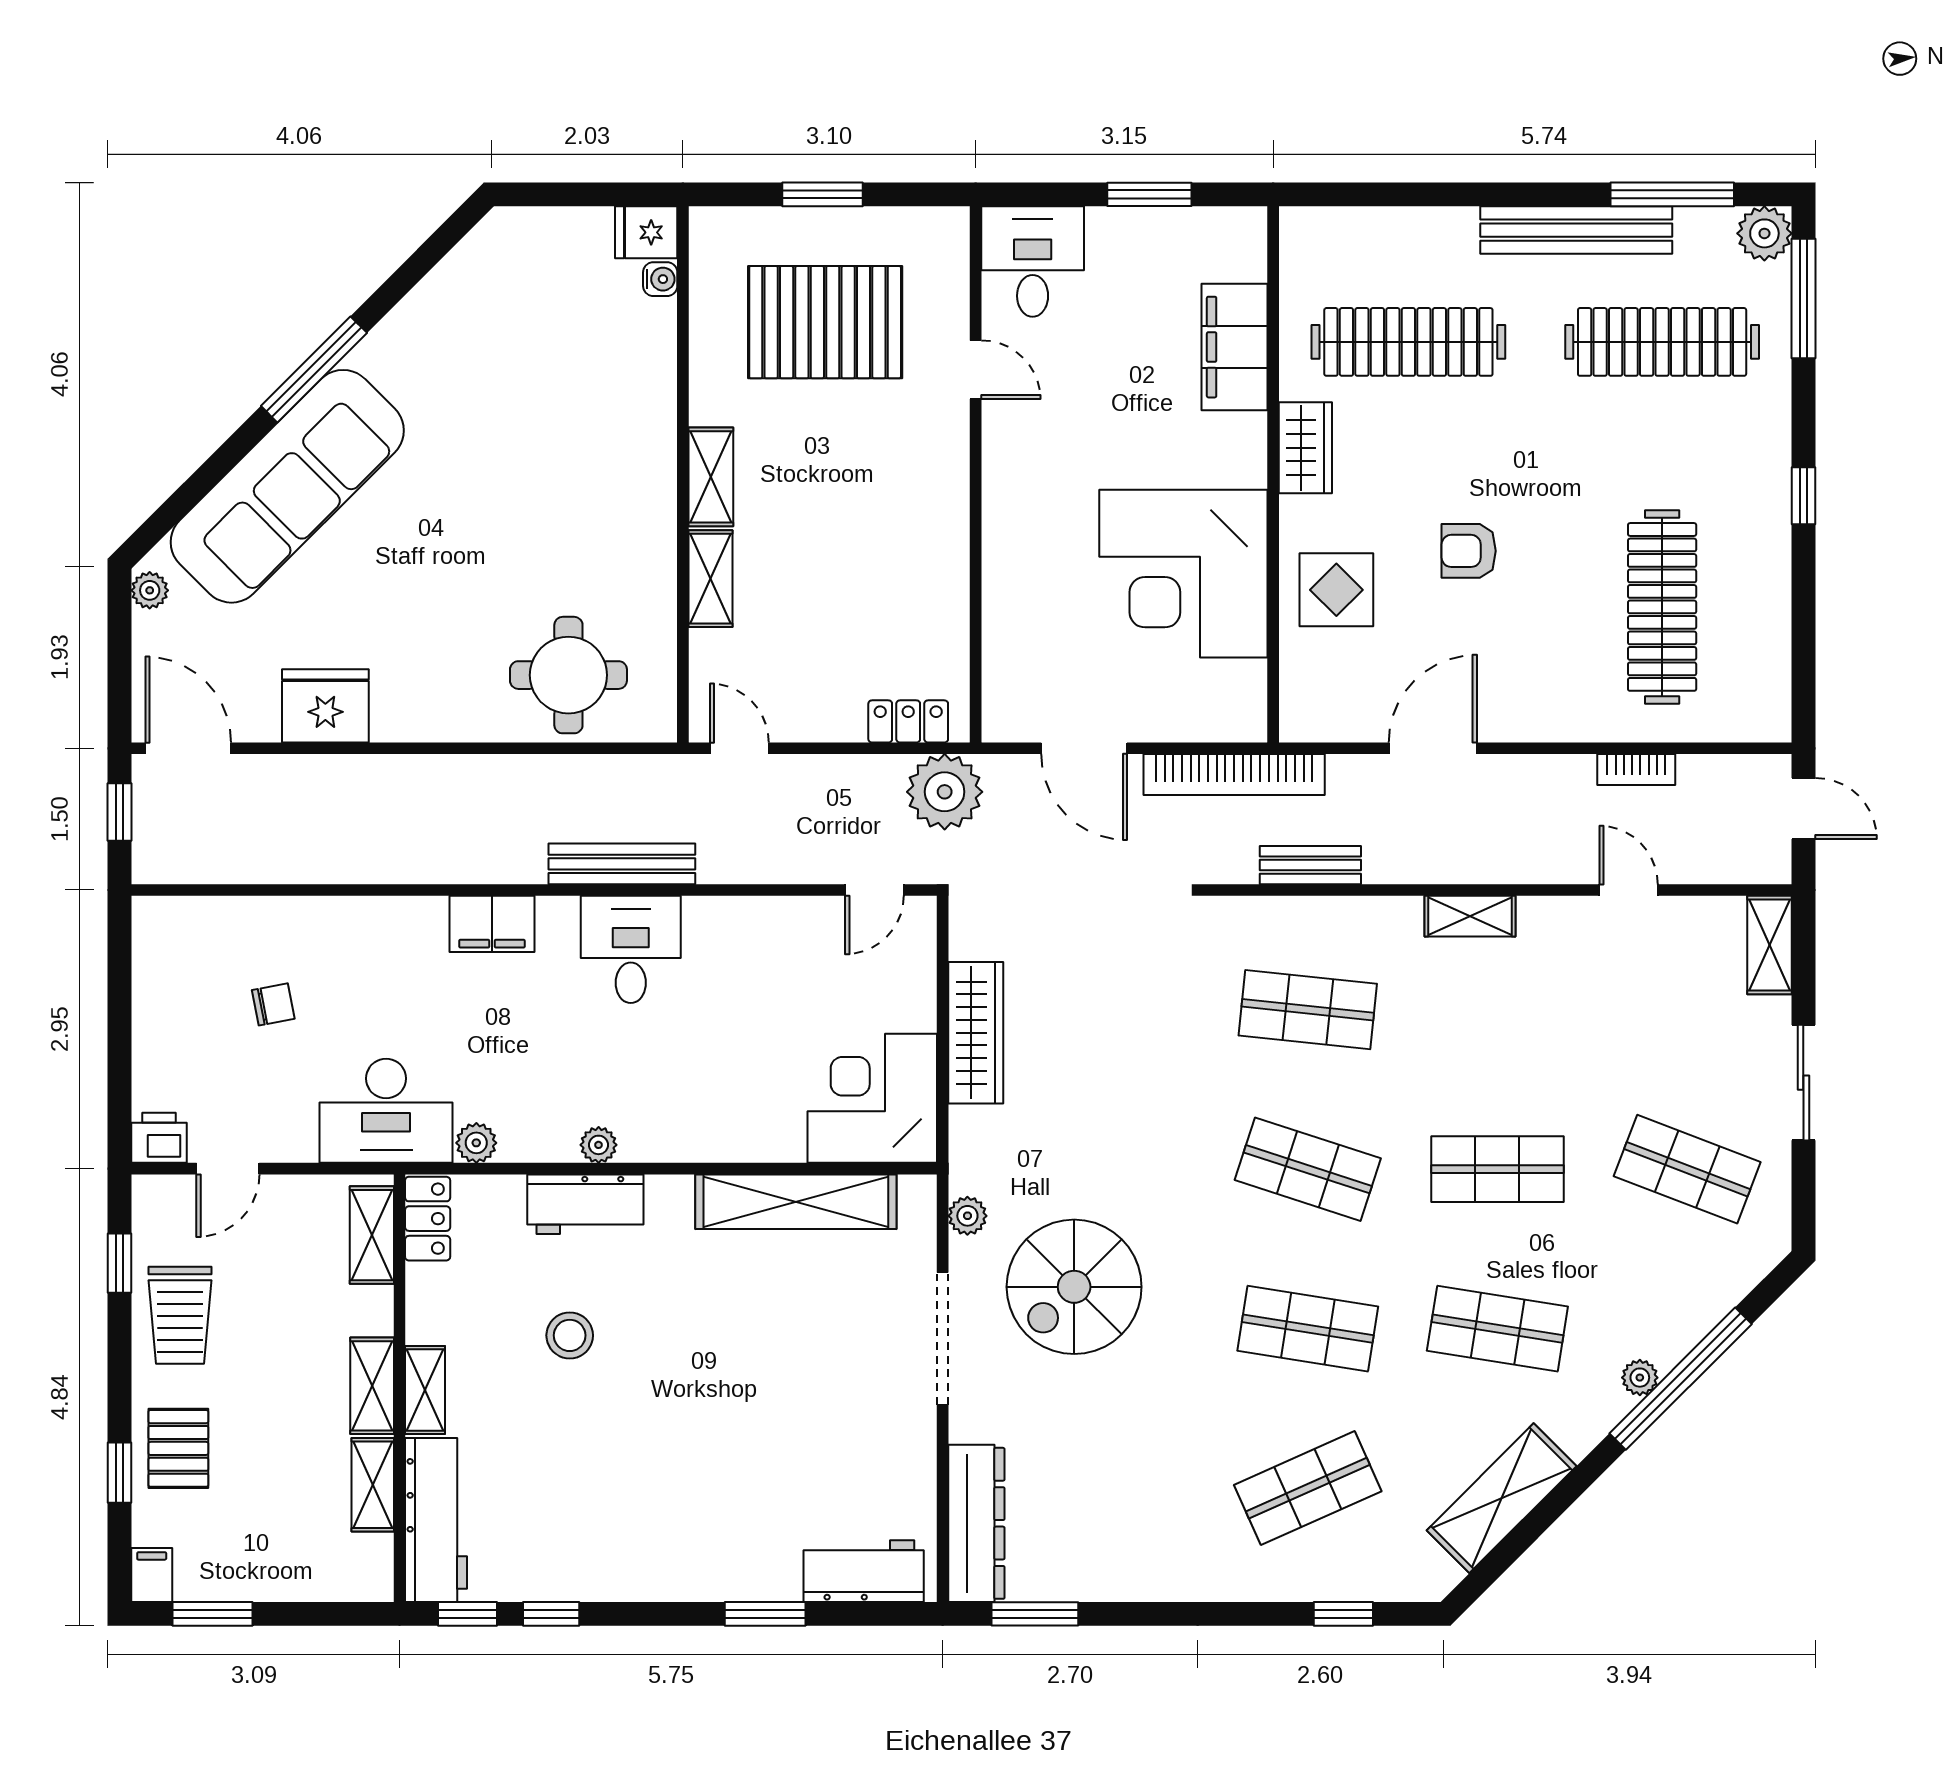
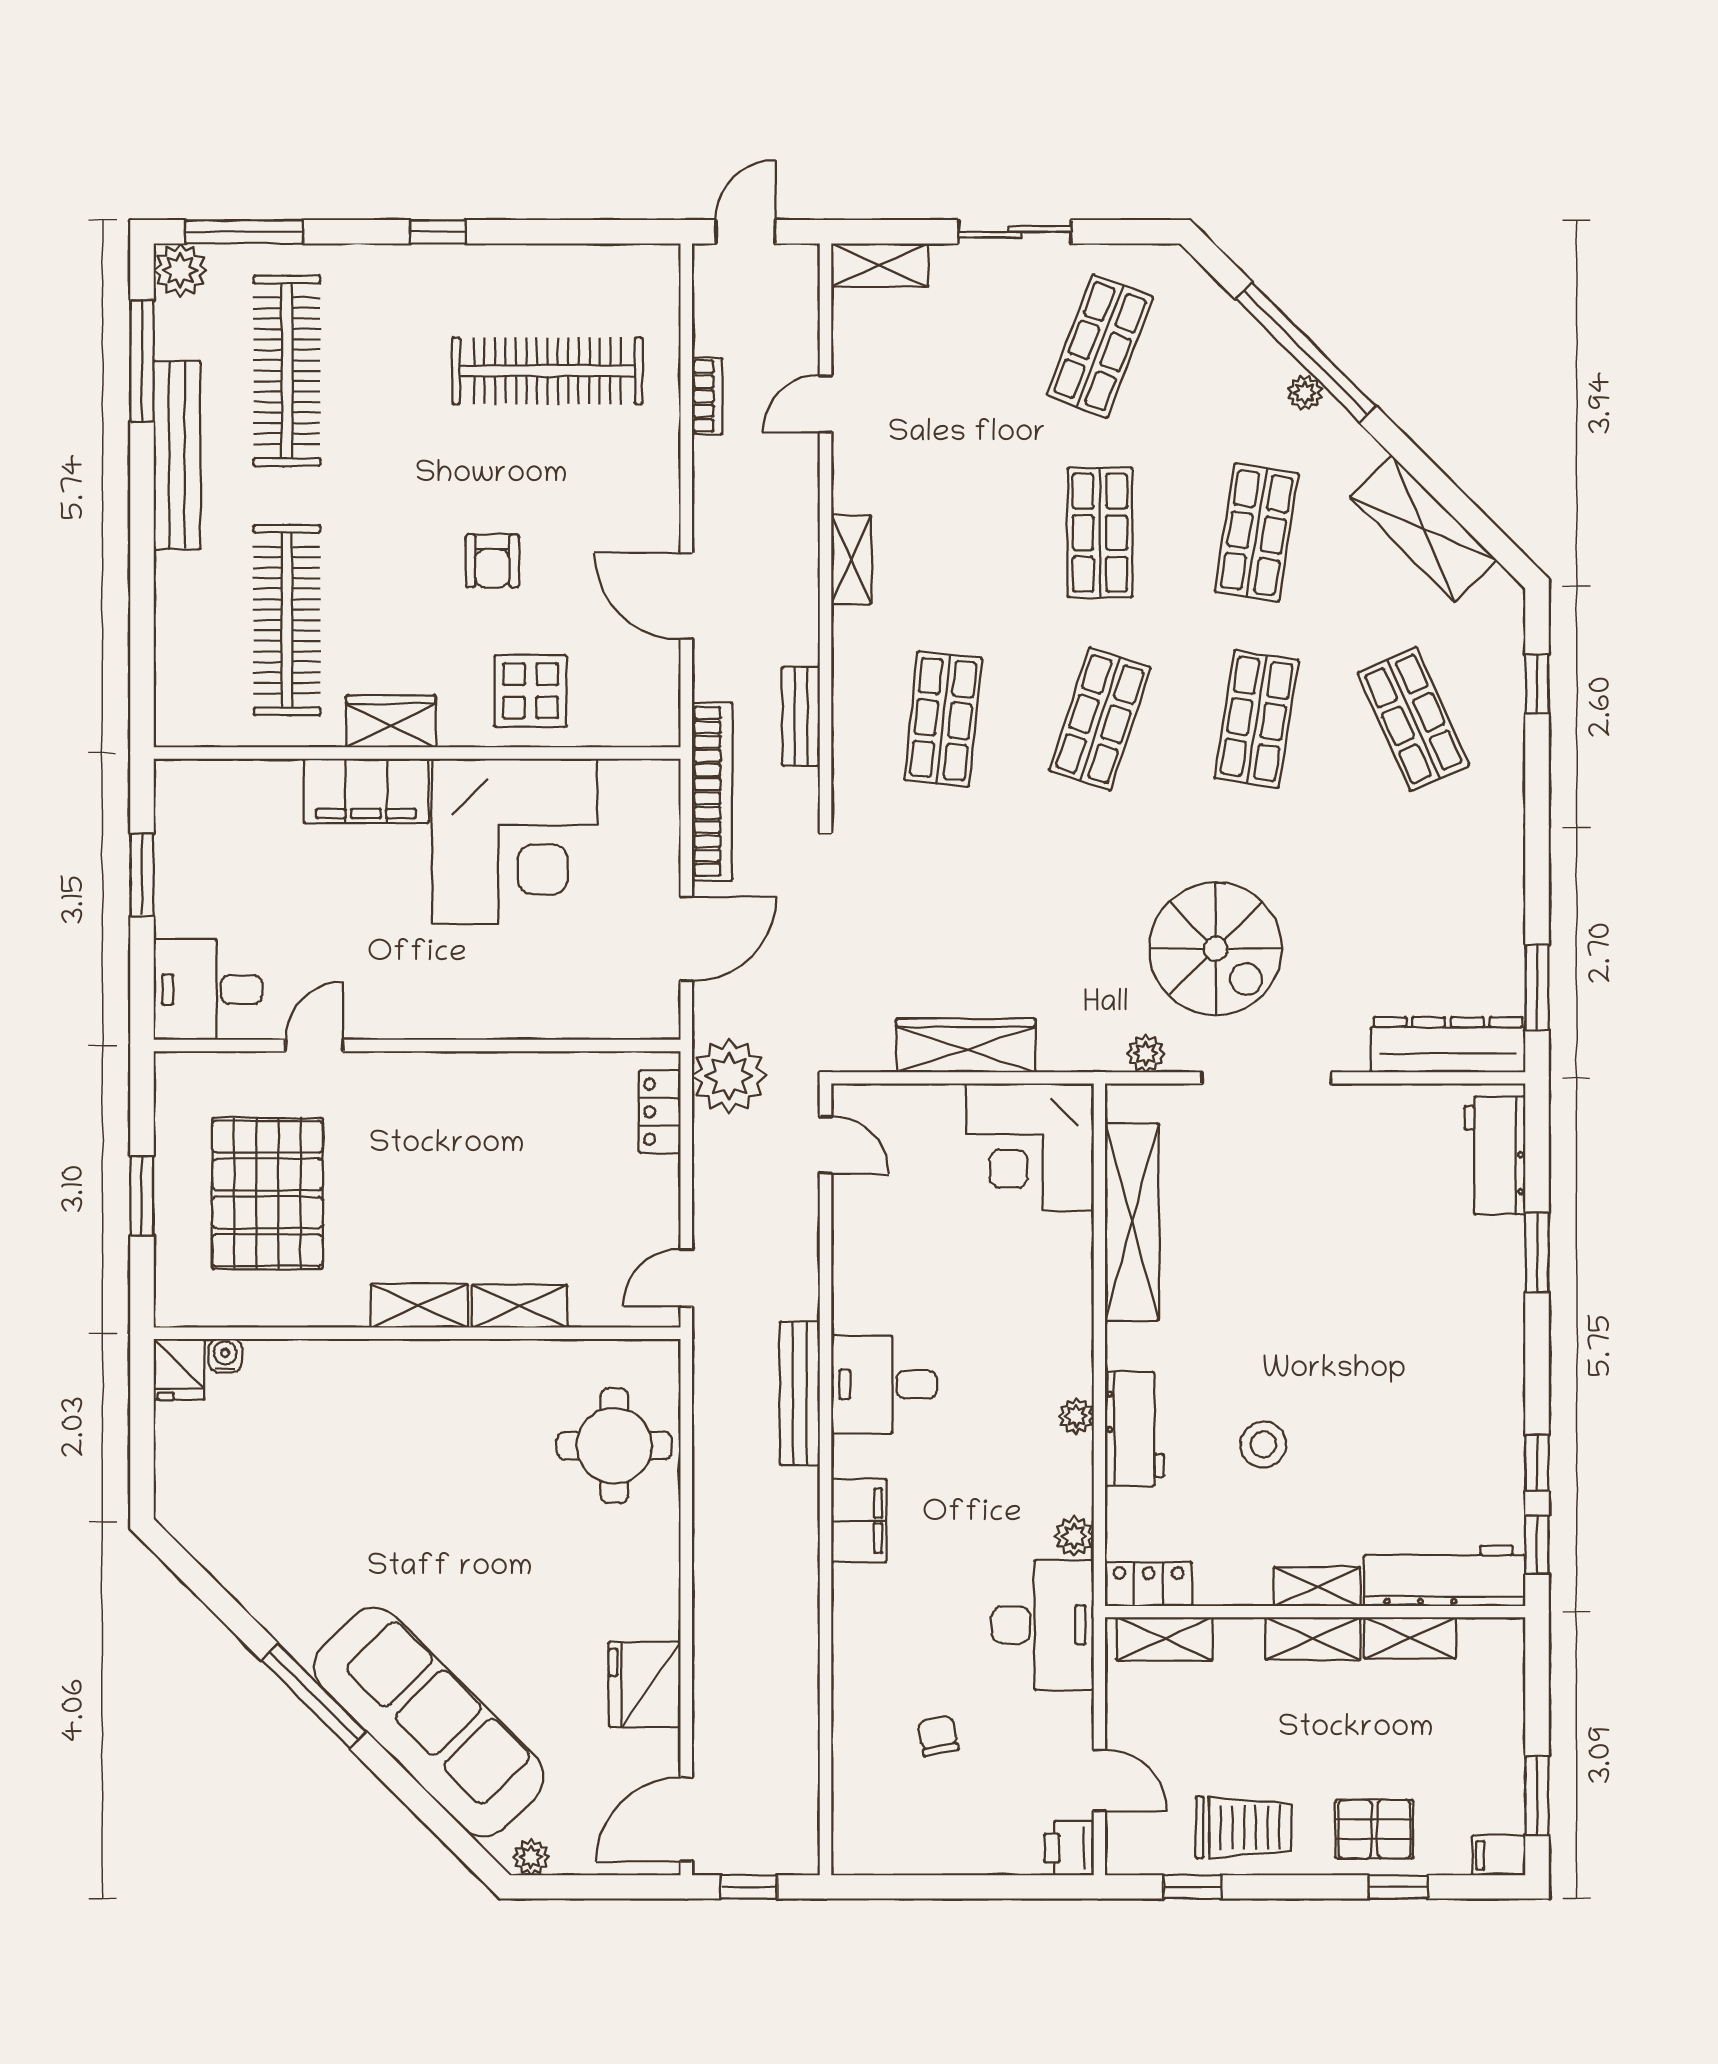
filing cabinet: (1235, 347) -> (366, 791), moved

